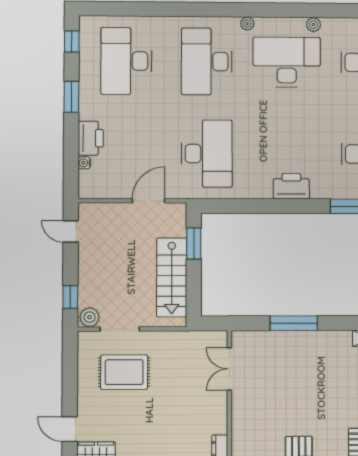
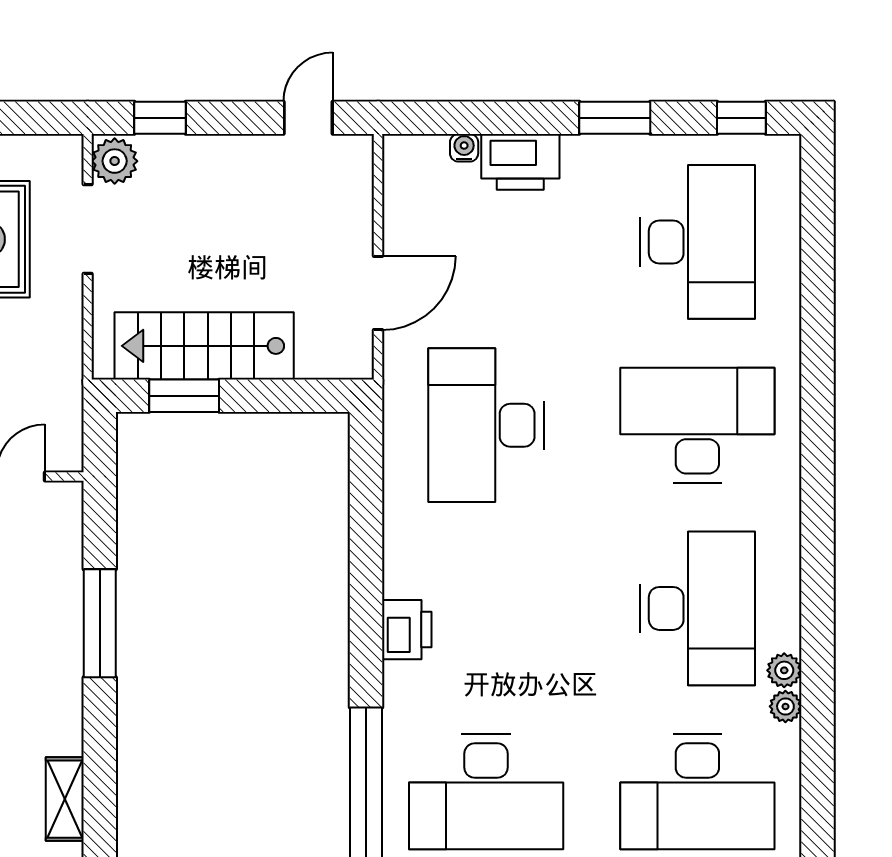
plant: (247, 24) -> (785, 706), moved
desk: (126, 61) -> (697, 242), turned 90
desk: (207, 154) -> (486, 425), turned 90
printer: (291, 186) -> (407, 630), width x0.73, depth x0.84
door: (148, 201) -> (378, 293), hinge flipped
window: (194, 243) -> (184, 396), moved

